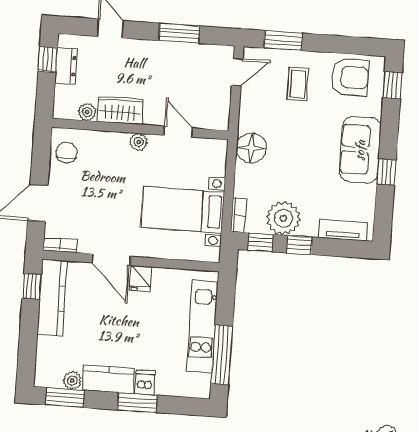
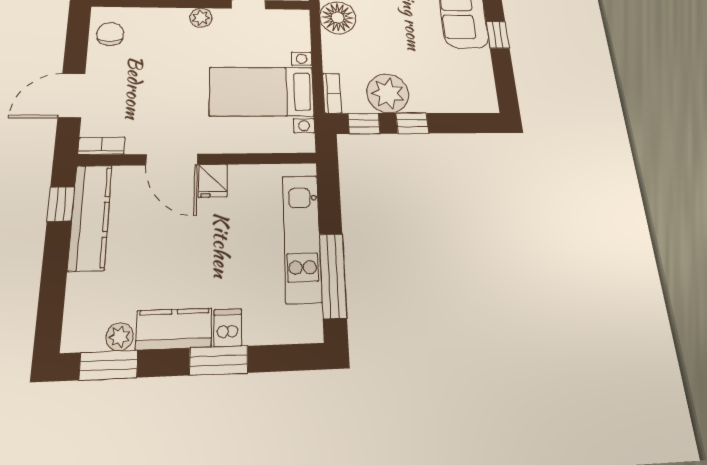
tv unit: (343, 230) -> (462, 102), removed

